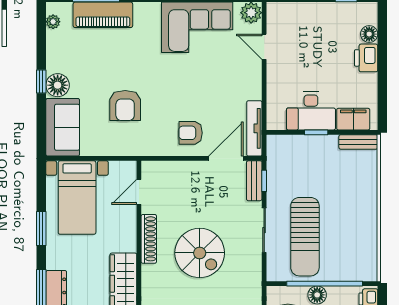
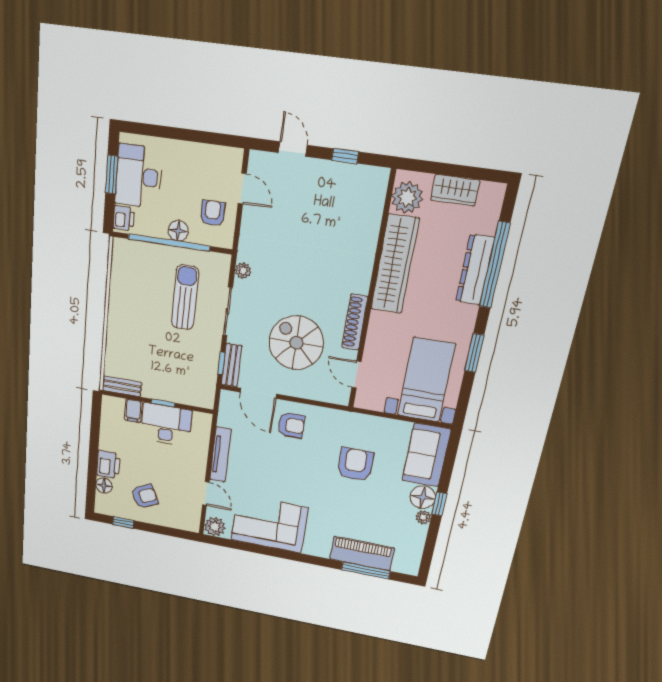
plant: (53, 22) -> (423, 517), moved
armchair: (326, 31) -> (145, 496), added
filing cabinet: (353, 119) -> (133, 411), width x0.50
tv unit: (254, 128) -> (220, 455), moved
door: (226, 158) -> (258, 393), hinge flipped
door: (139, 192) -> (357, 374), swing flipped
sun lounger: (305, 237) -> (185, 297), width x0.73, depth x0.75
spiral stairs: (200, 253) -> (296, 343), moved
plant: (255, 269) -> (243, 271), added

